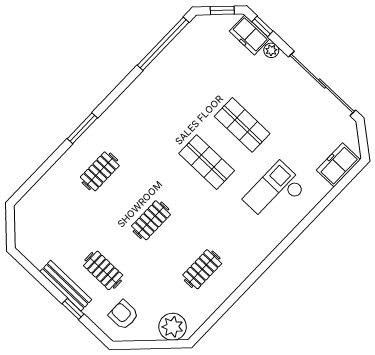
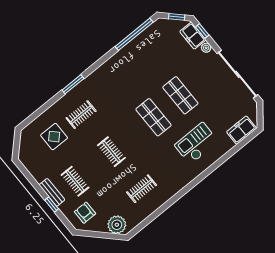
display table: (64, 209) -> (54, 137), added
clothes rail: (151, 220) -> (111, 152), turned 90
bench: (66, 286) -> (52, 192), width x0.73

